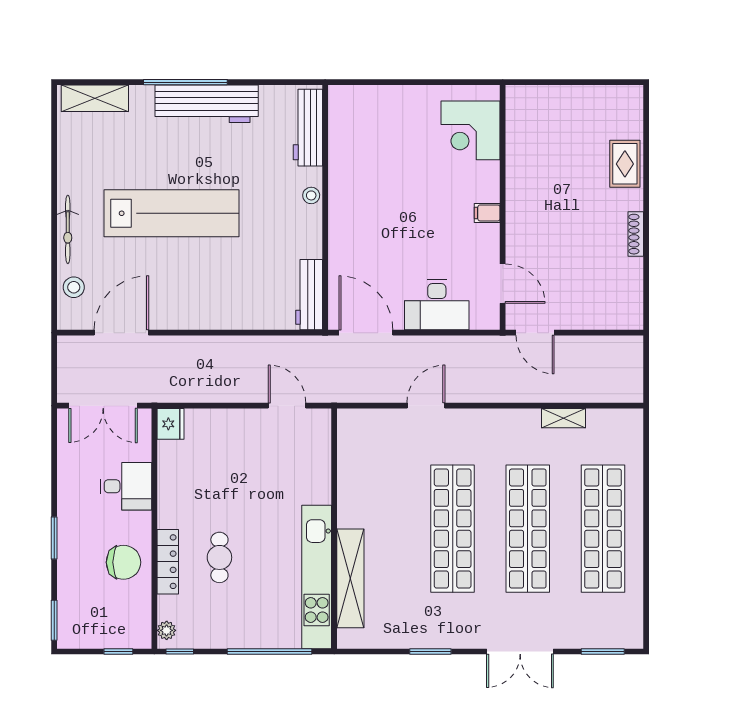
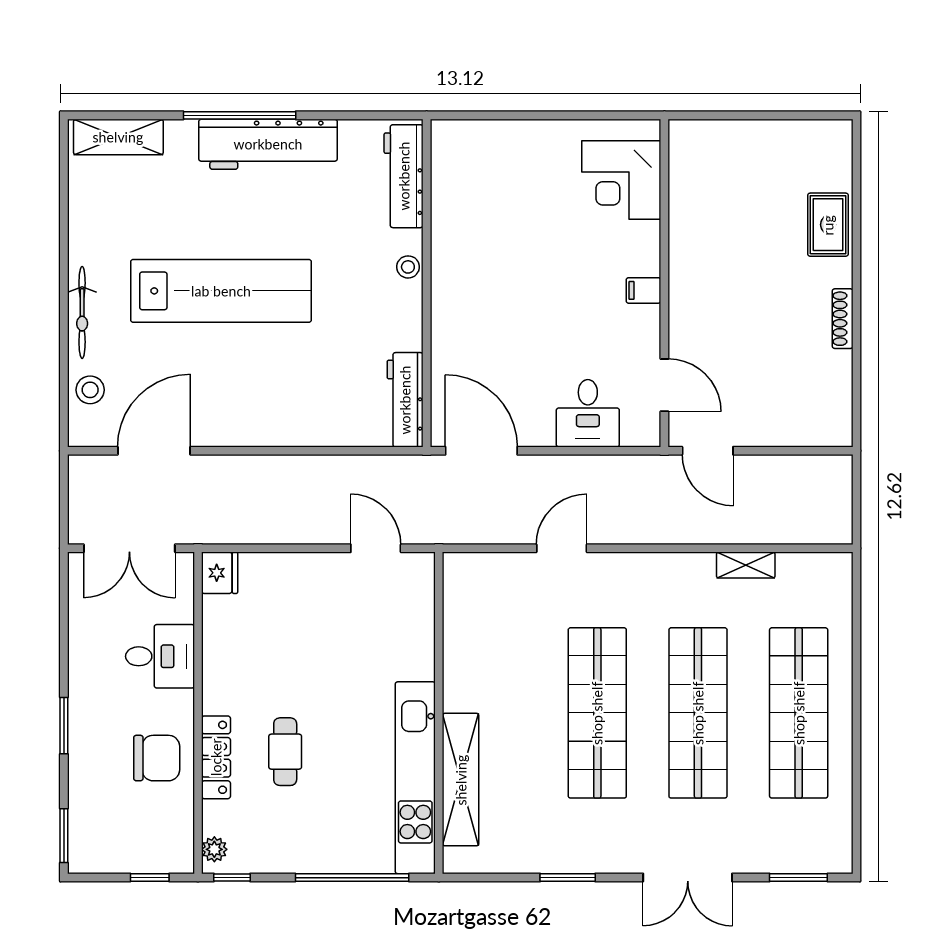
desk: (437, 305) -> (588, 413), width x0.73

